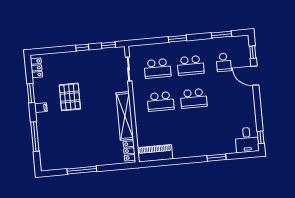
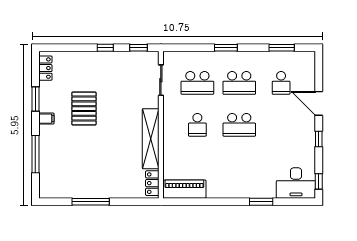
window: (253, 52) -> (319, 139), moved
school desk: (161, 102) -> (197, 125), width x0.54
desk: (247, 140) -> (296, 183), width x1.37

